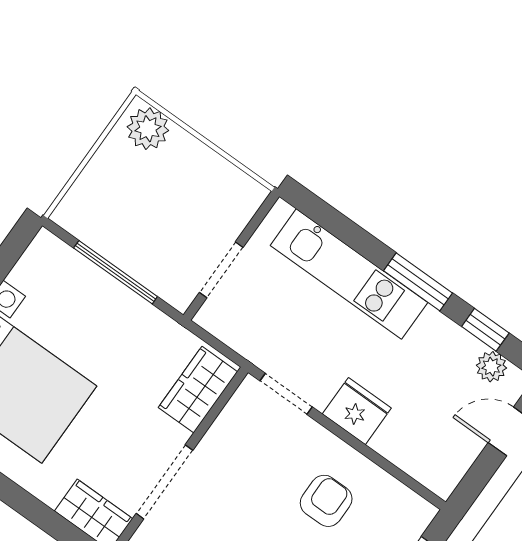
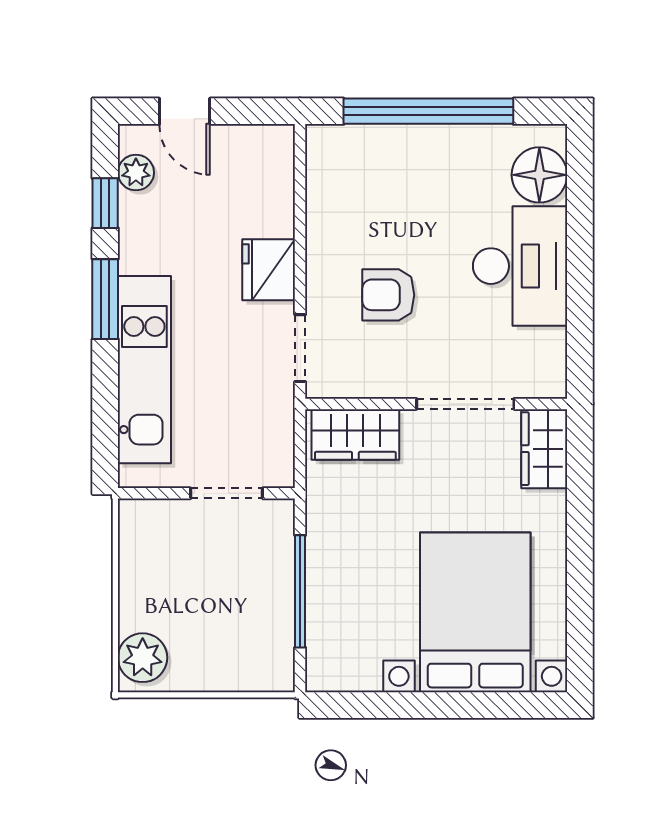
armchair: (326, 501) -> (388, 295), moved

